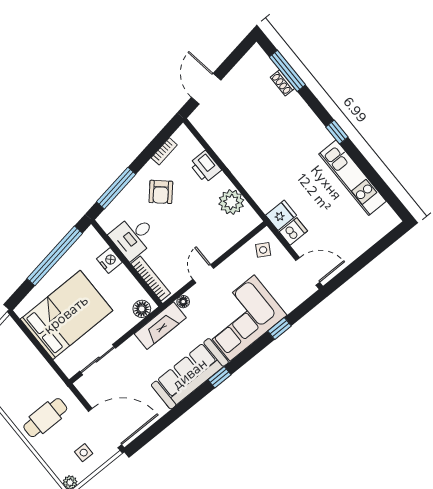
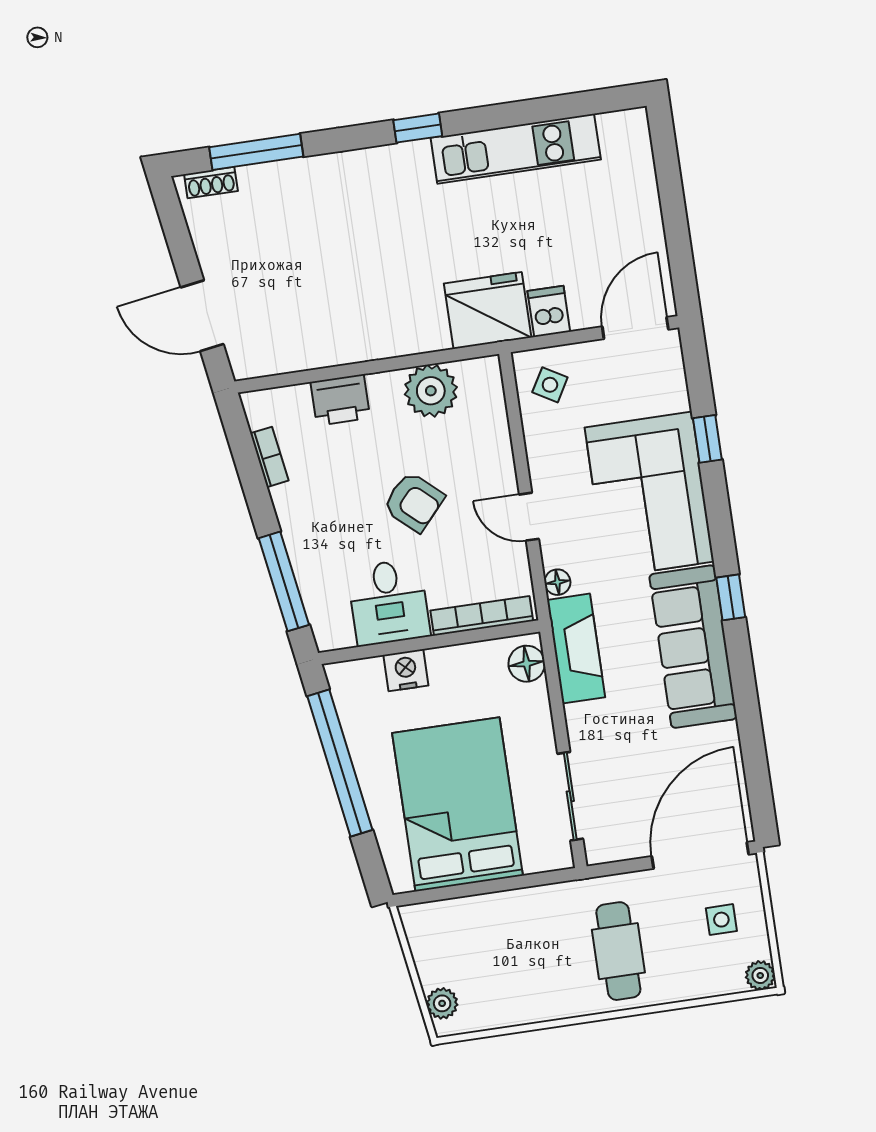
shoe rack: (282, 83) -> (211, 183), moved
armchair: (161, 192) -> (414, 502), moved
fridge: (281, 215) -> (488, 310), width x1.88, depth x1.34

